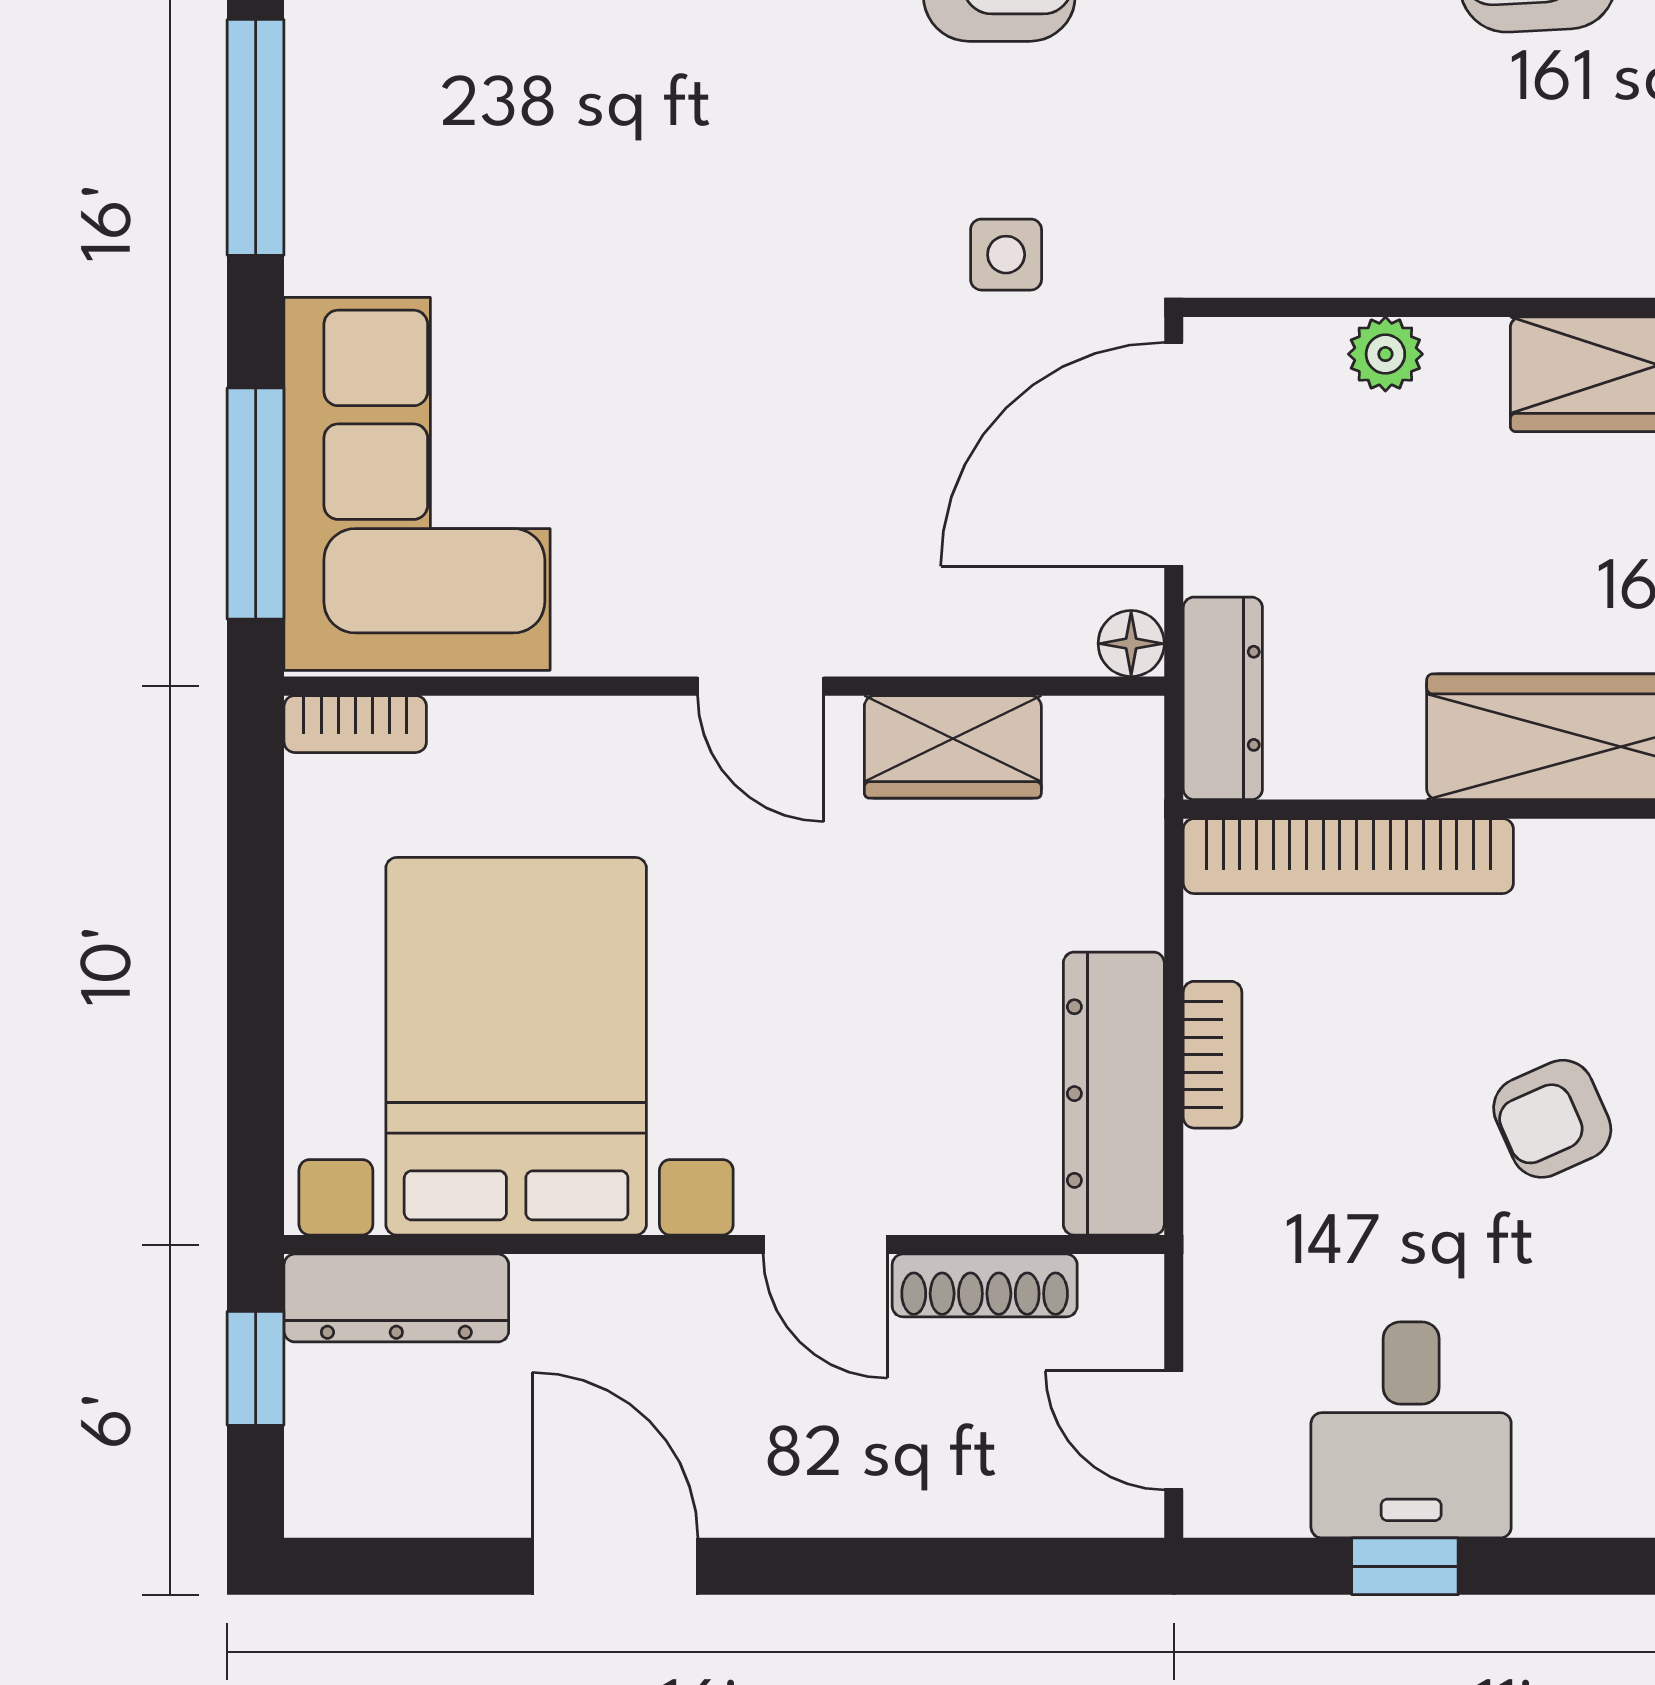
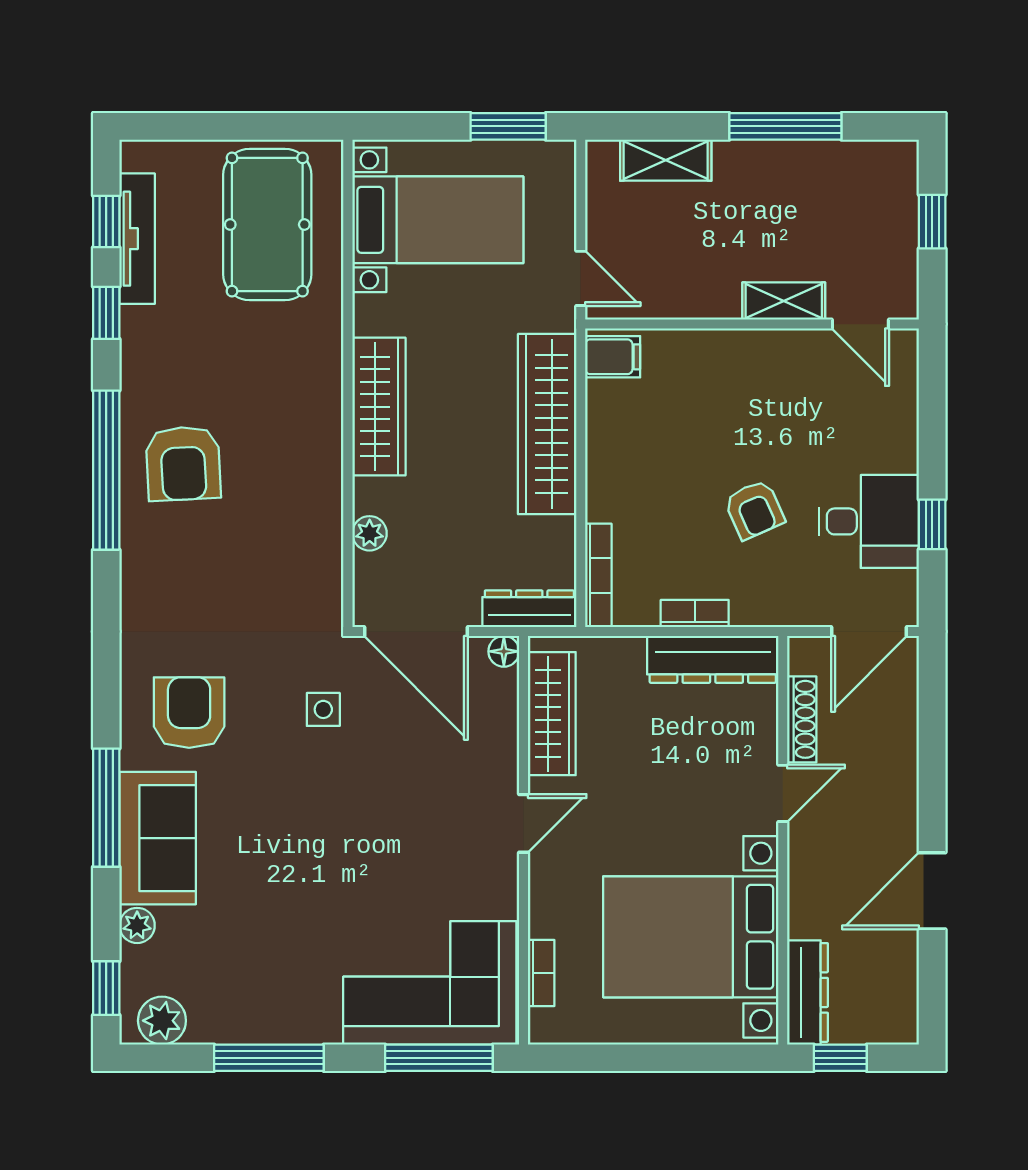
bookcase: (355, 724) -> (541, 973), moved
wardrobe: (953, 747) -> (552, 714), width x1.50
bookcase: (1348, 856) -> (598, 575), width x0.68, depth x0.76
armchair: (1552, 1119) -> (754, 510), moved
door: (1174, 1430) -> (869, 632), width x1.38

